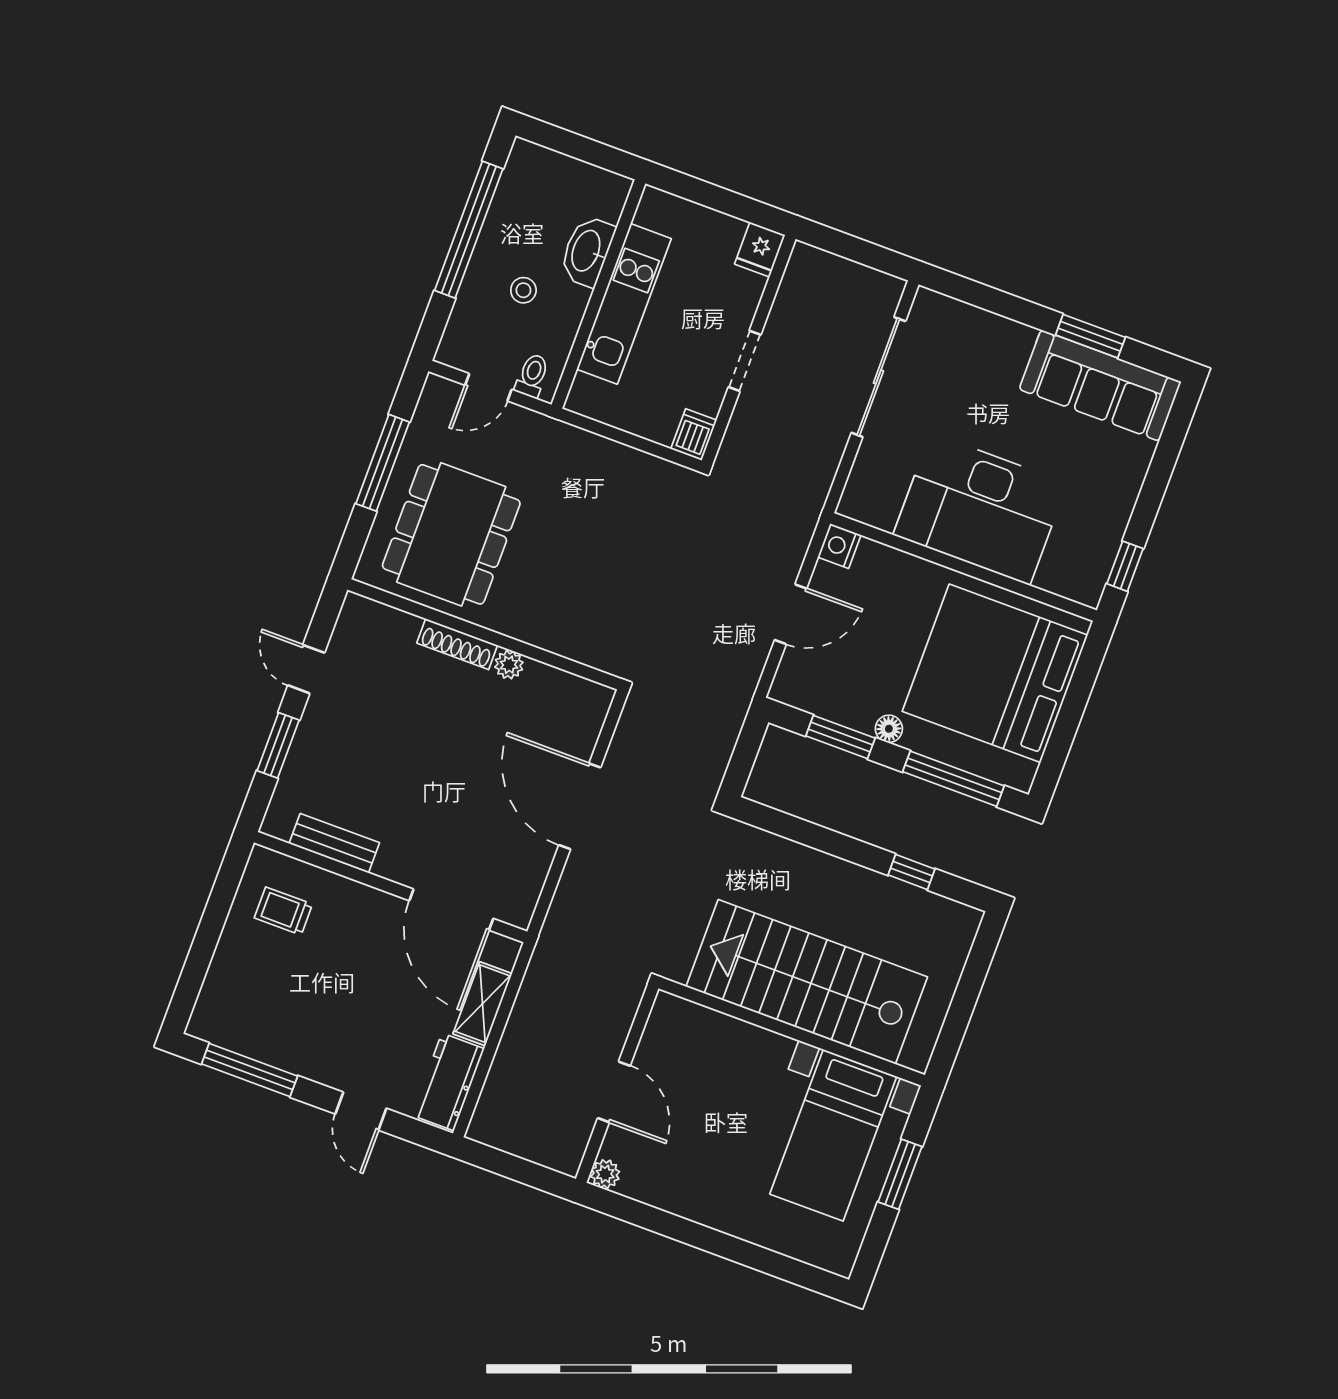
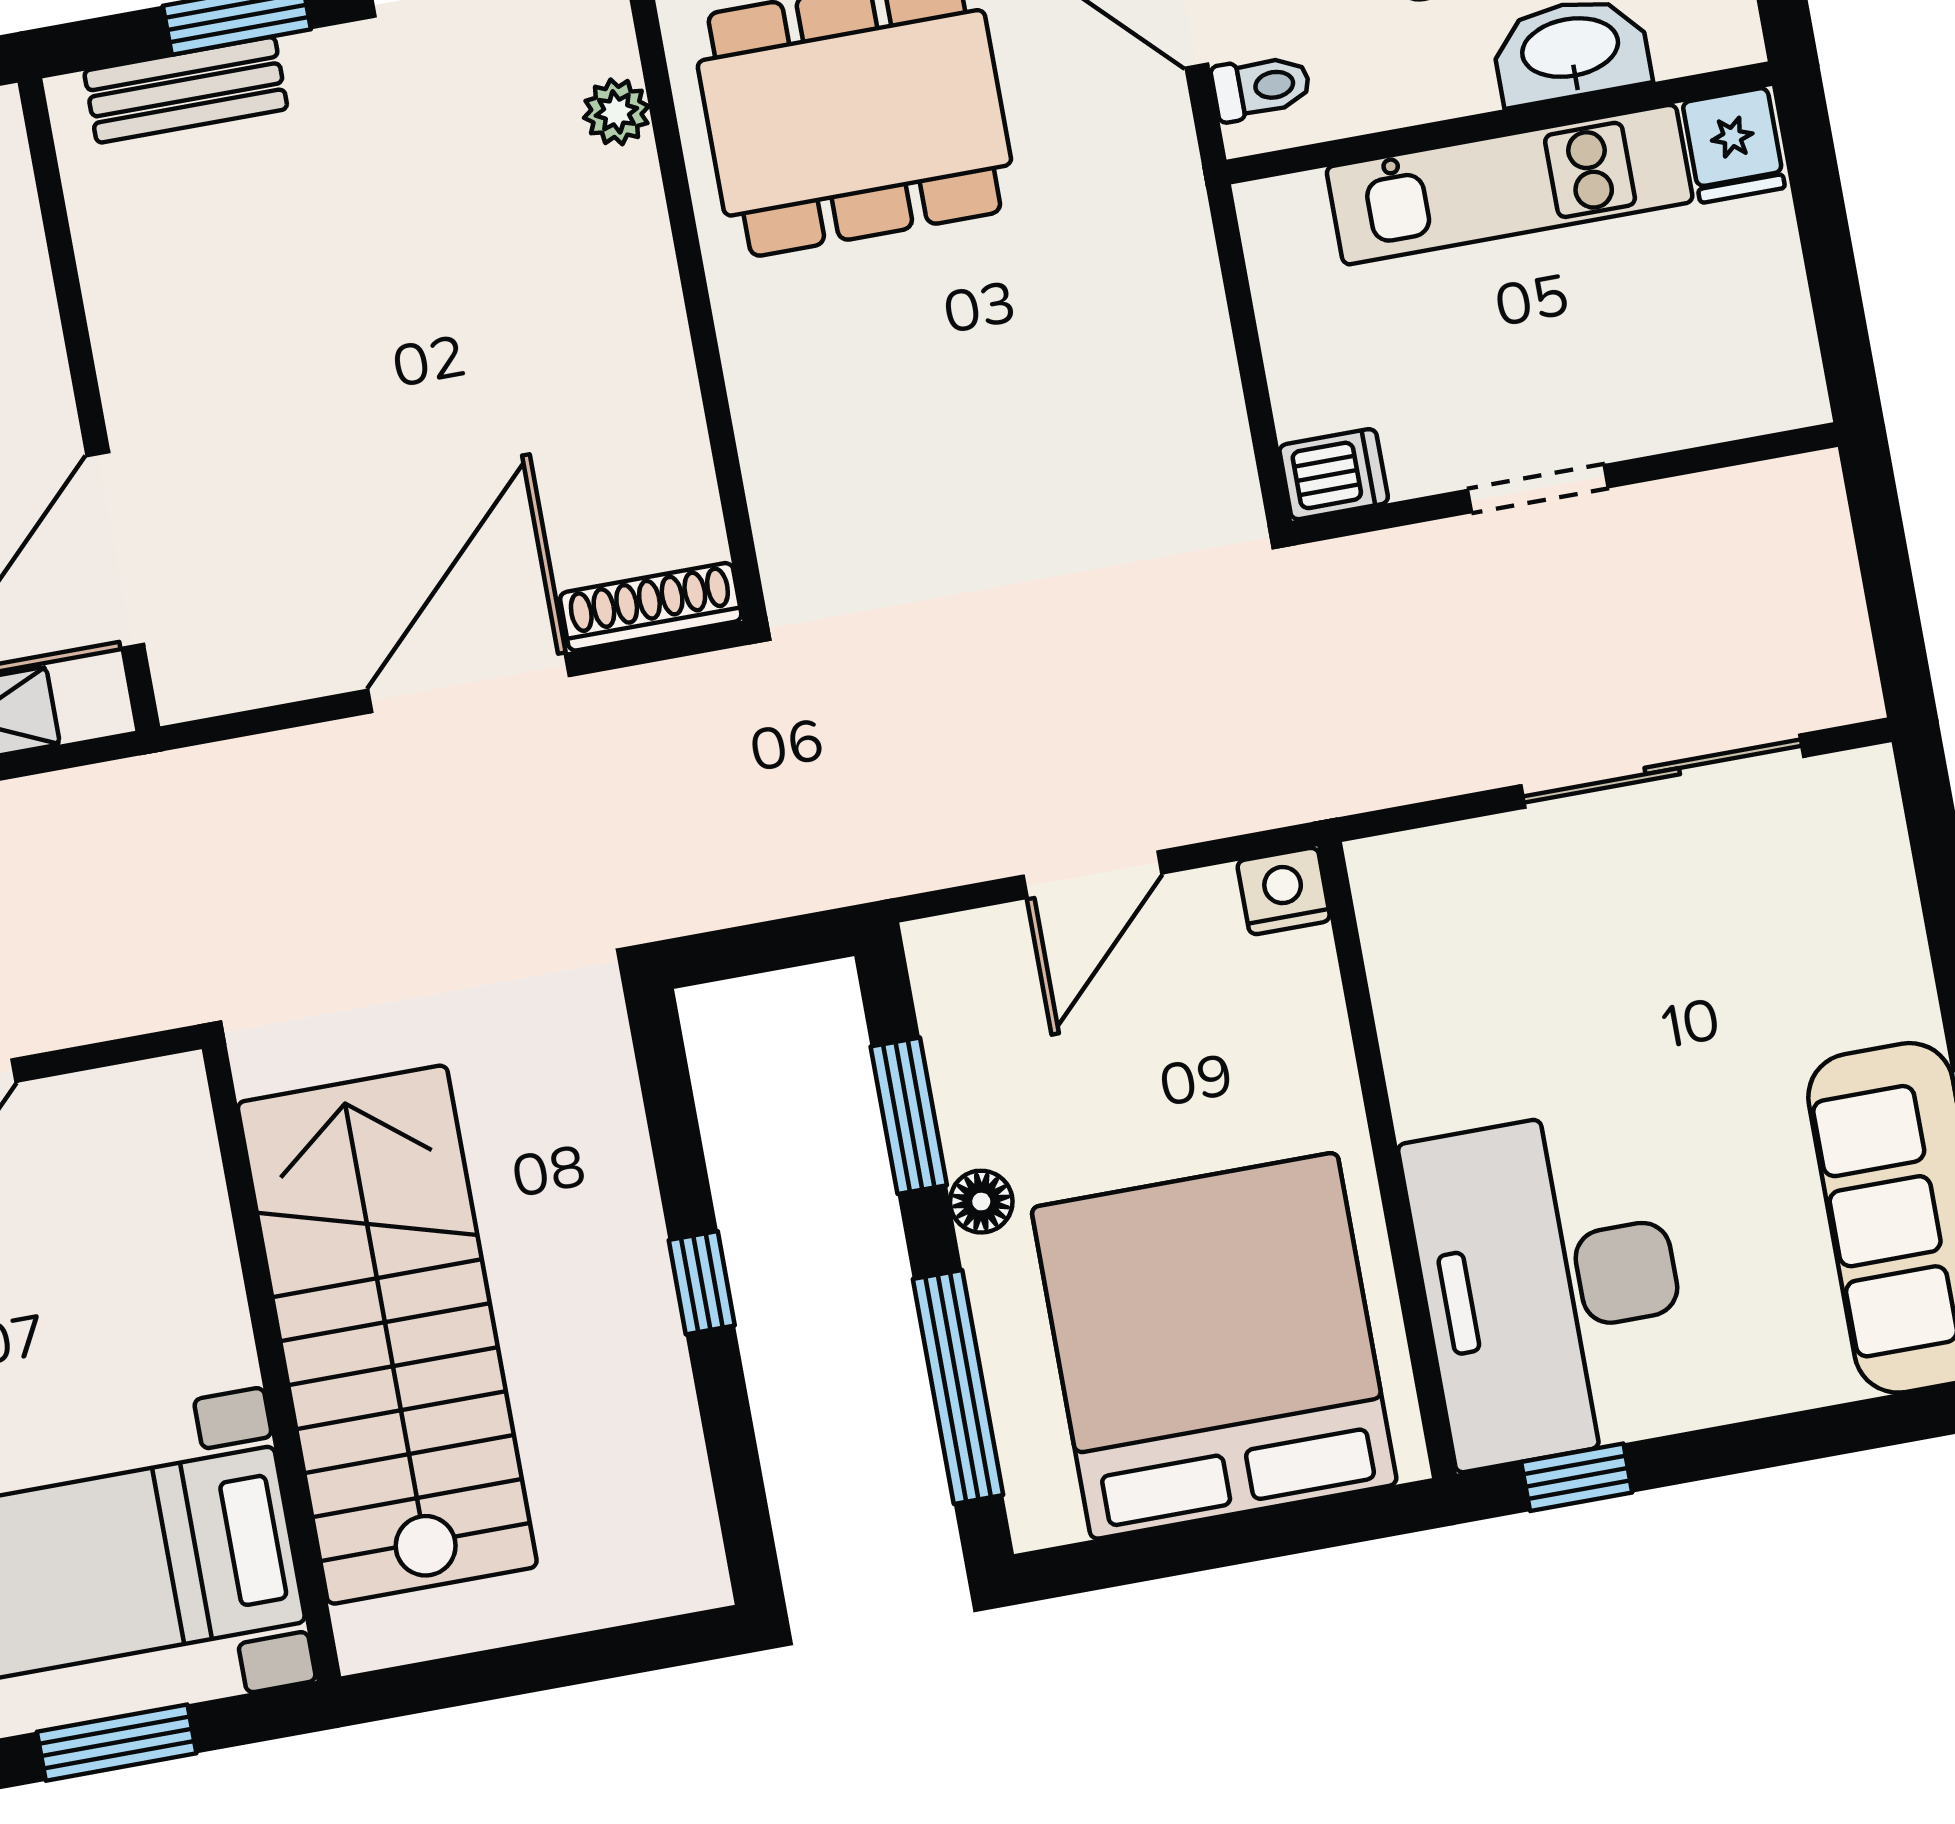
fridge: (760, 250) -> (1734, 145), moved, turned -90
desk: (980, 509) -> (1550, 1287), moved
door: (791, 614) -> (1092, 875), hinge flipped
shoe rack: (457, 644) -> (651, 607), moved, turned 90
plant: (509, 665) -> (616, 112), moved
bench: (334, 843) -> (186, 90), moved, turned 90
window: (911, 872) -> (702, 1283), moved

